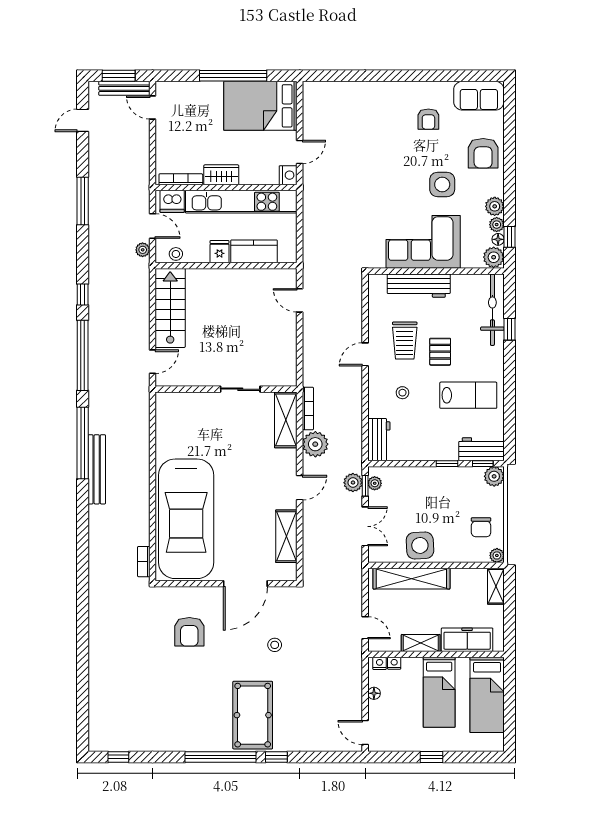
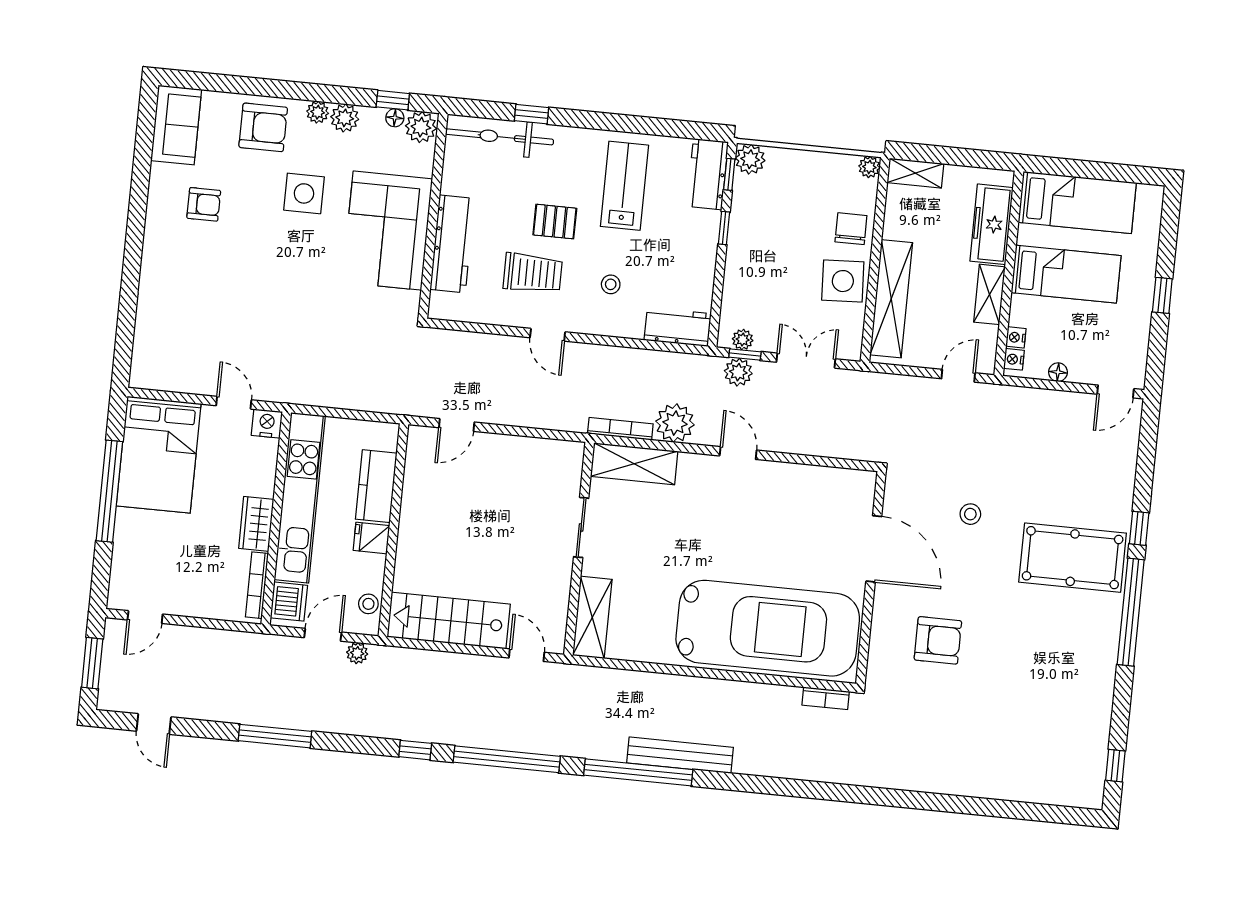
bench: (124, 88) -> (112, 656), removed
plant: (497, 225) -> (318, 112), moved
chair: (481, 527) -> (851, 229), moved, turned -90
shelving: (286, 536) -> (592, 617), moved, turned 90

